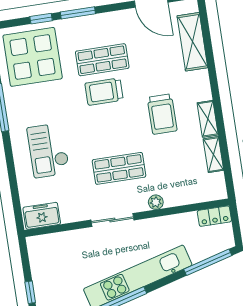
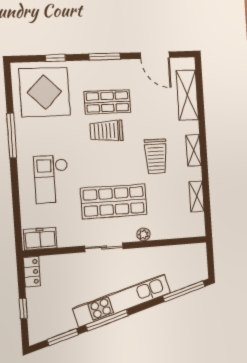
window: (78, 13) -> (105, 57), moved
shelving: (208, 119) -> (194, 150), moved
shop shelf: (119, 168) -> (114, 201), width x1.43, depth x1.36
locker: (214, 216) -> (32, 272), moved, turned -90

